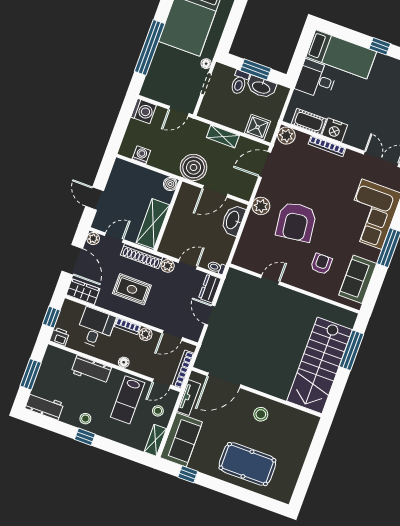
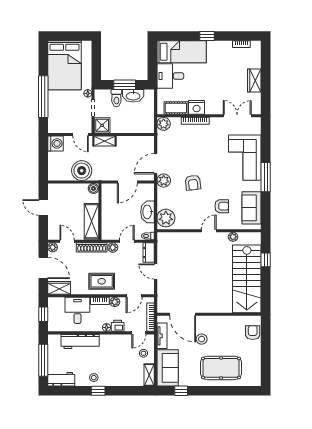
door: (179, 111) -> (81, 134), hinge flipped
shower: (258, 127) -> (102, 125), moved
shelving: (223, 137) -> (104, 141), moved
washing machine: (141, 155) -> (65, 175), removed
door: (265, 165) -> (156, 164), moved
boiler: (194, 167) -> (82, 171), moved
door: (95, 199) -> (43, 207), moved
washbasin: (233, 220) -> (148, 212), moved
armchair: (296, 222) -> (193, 183), width x0.53, depth x0.53
door: (114, 238) -> (67, 241), hinge flipped
plant: (247, 253) -> (166, 218), added
armchair: (321, 264) -> (222, 206), turned 90
door: (270, 280) -> (209, 231), moved
rug: (132, 289) -> (102, 281), moved
plant: (321, 307) -> (233, 237), added
printer: (60, 337) -> (118, 326), moved
window: (351, 350) -> (266, 260), width x0.46
workbench: (91, 370) -> (80, 341), width x1.38
window: (31, 374) -> (43, 360), width x1.44
door: (224, 380) -> (183, 314), hinge flipped
lab bench: (128, 400) -> (119, 353), removed
stool: (261, 414) -> (202, 339), moved
armchair: (303, 434) -> (253, 333), added

